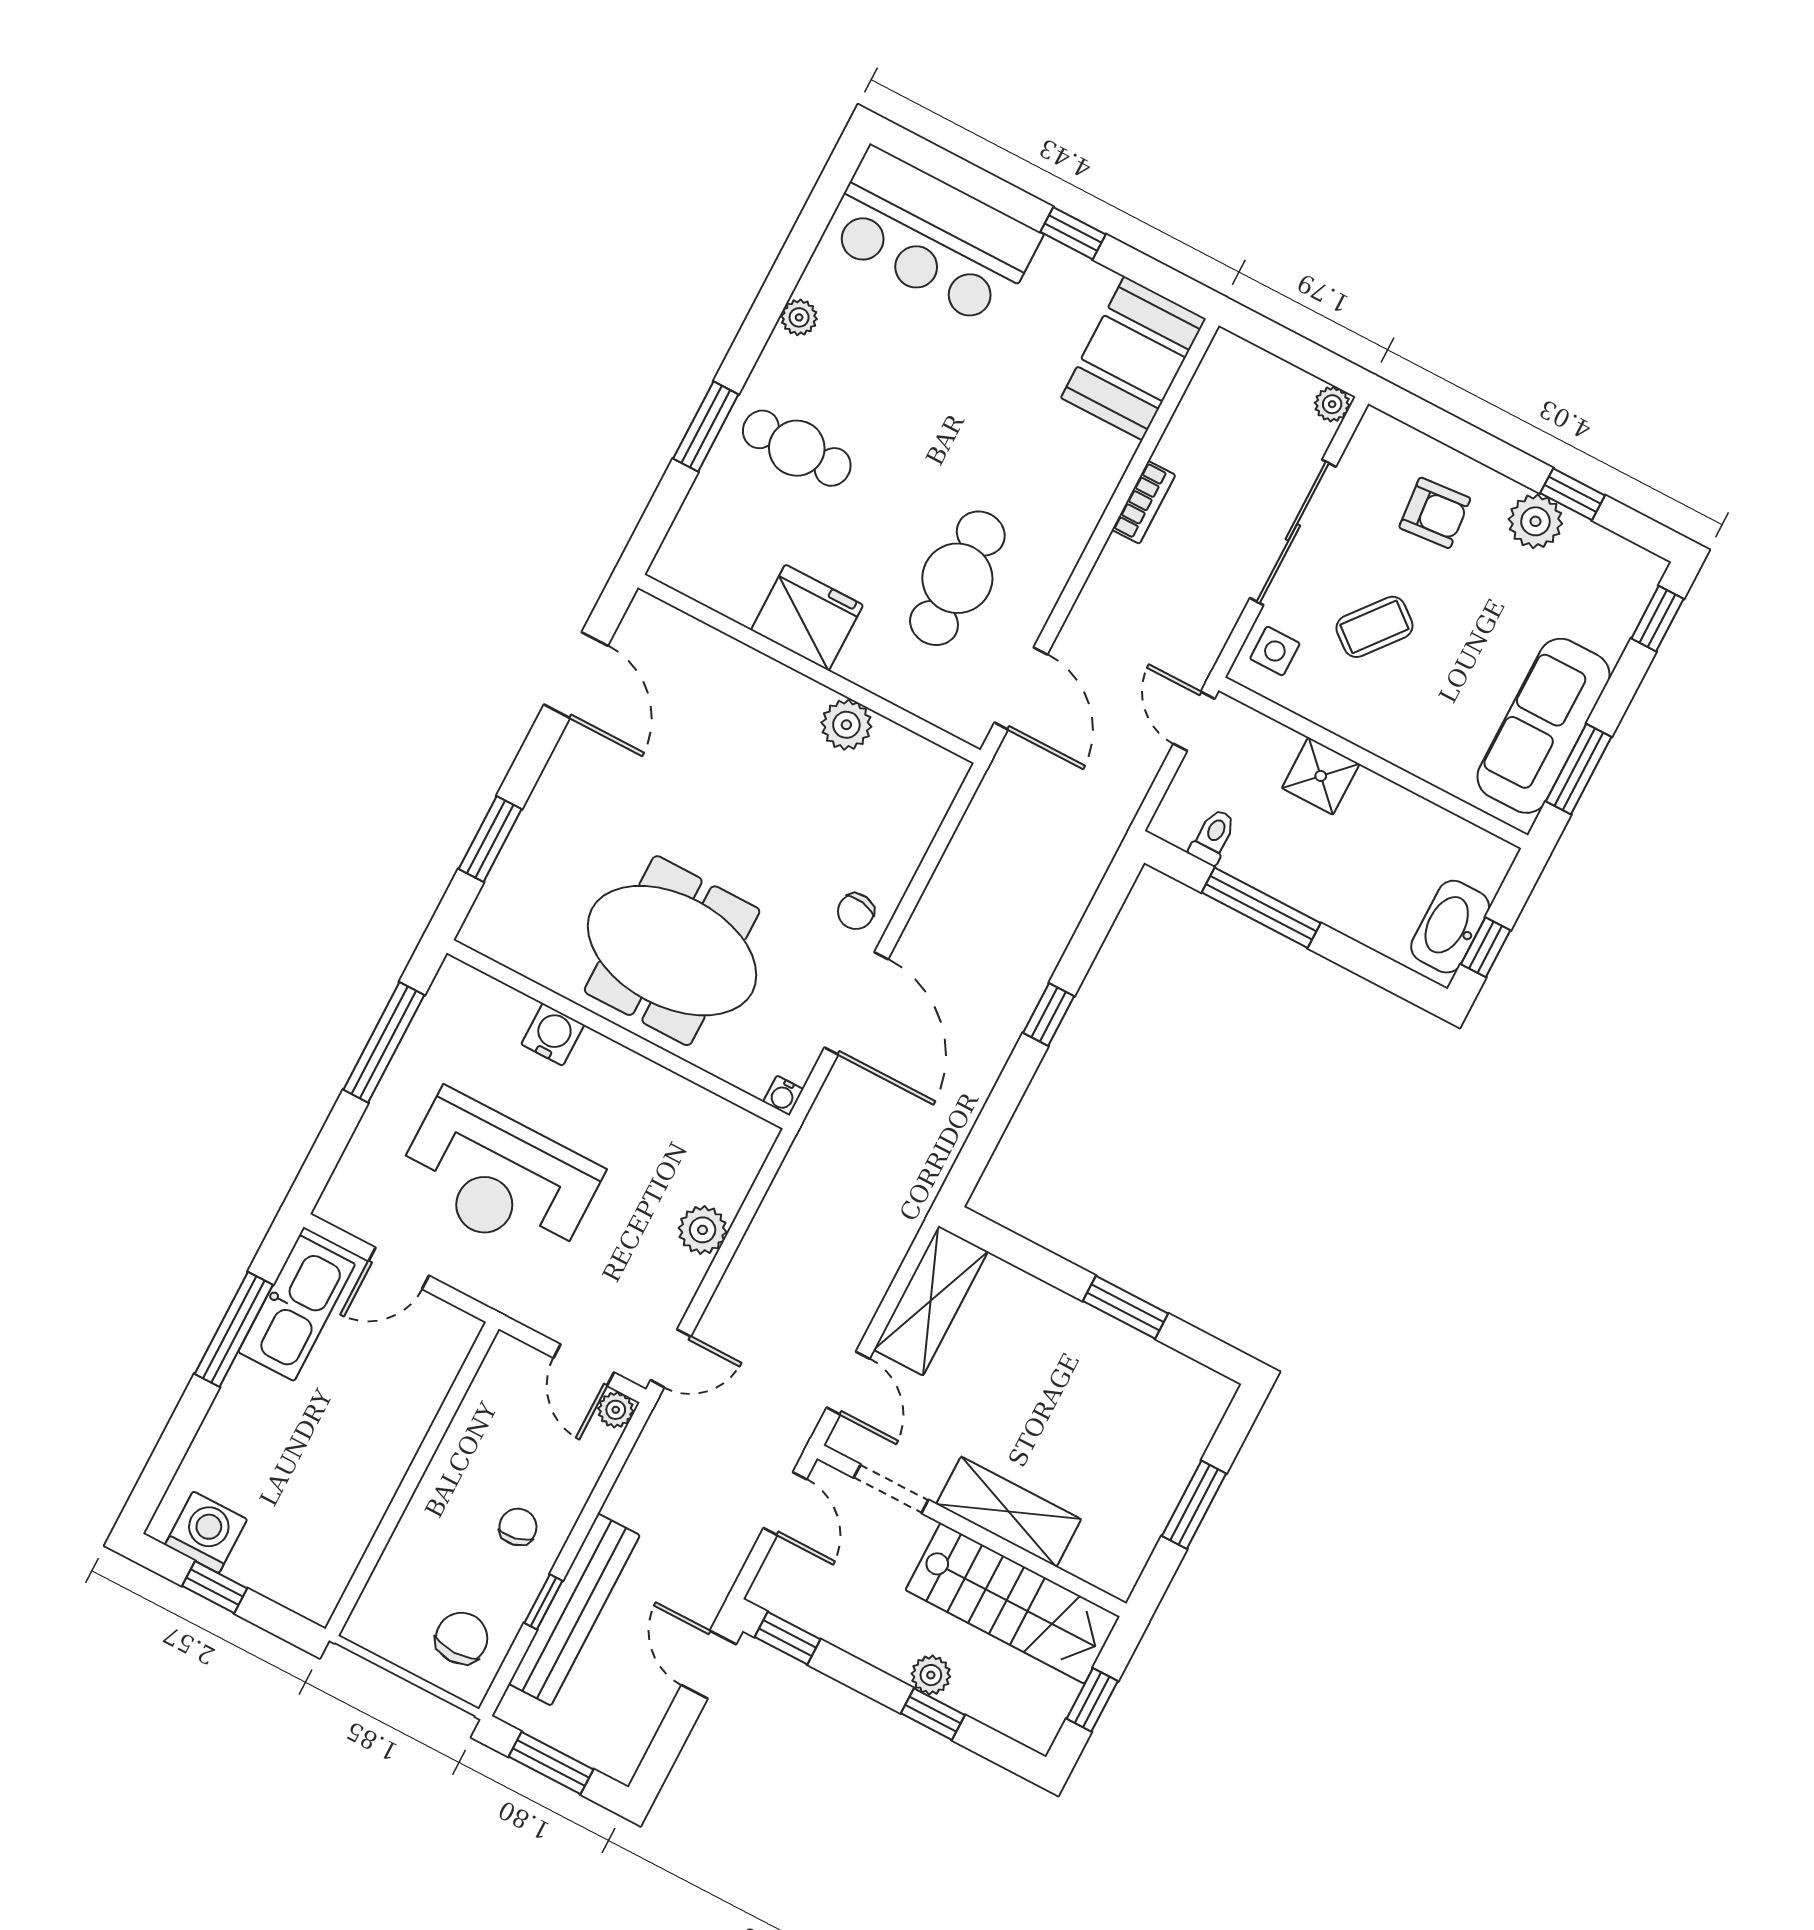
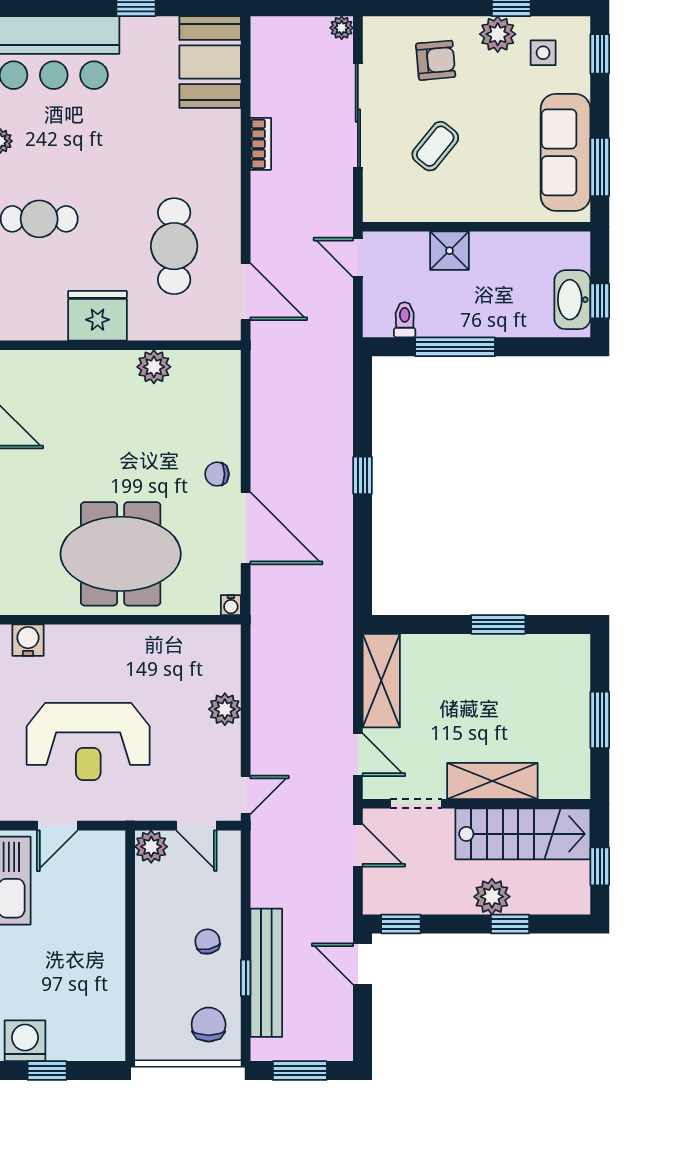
side table: (1275, 651) -> (543, 53), moved
chair: (856, 911) -> (217, 474), turned 81
water cooler: (553, 1034) -> (28, 640), moved
plant: (616, 1410) -> (151, 847), moved, width x1.38, depth x1.38
plant: (931, 1675) -> (492, 897), width x1.38, depth x1.38

